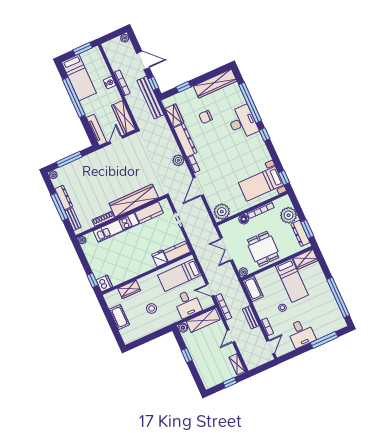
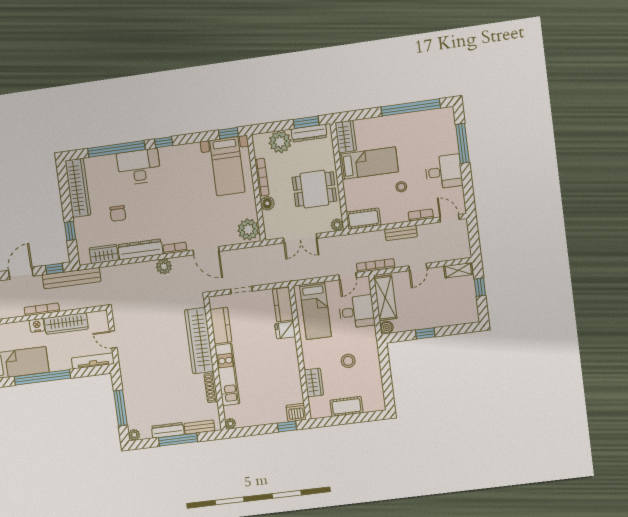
wardrobe: (124, 117) -> (66, 324), moved
door: (231, 336) -> (418, 267), hinge flipped

